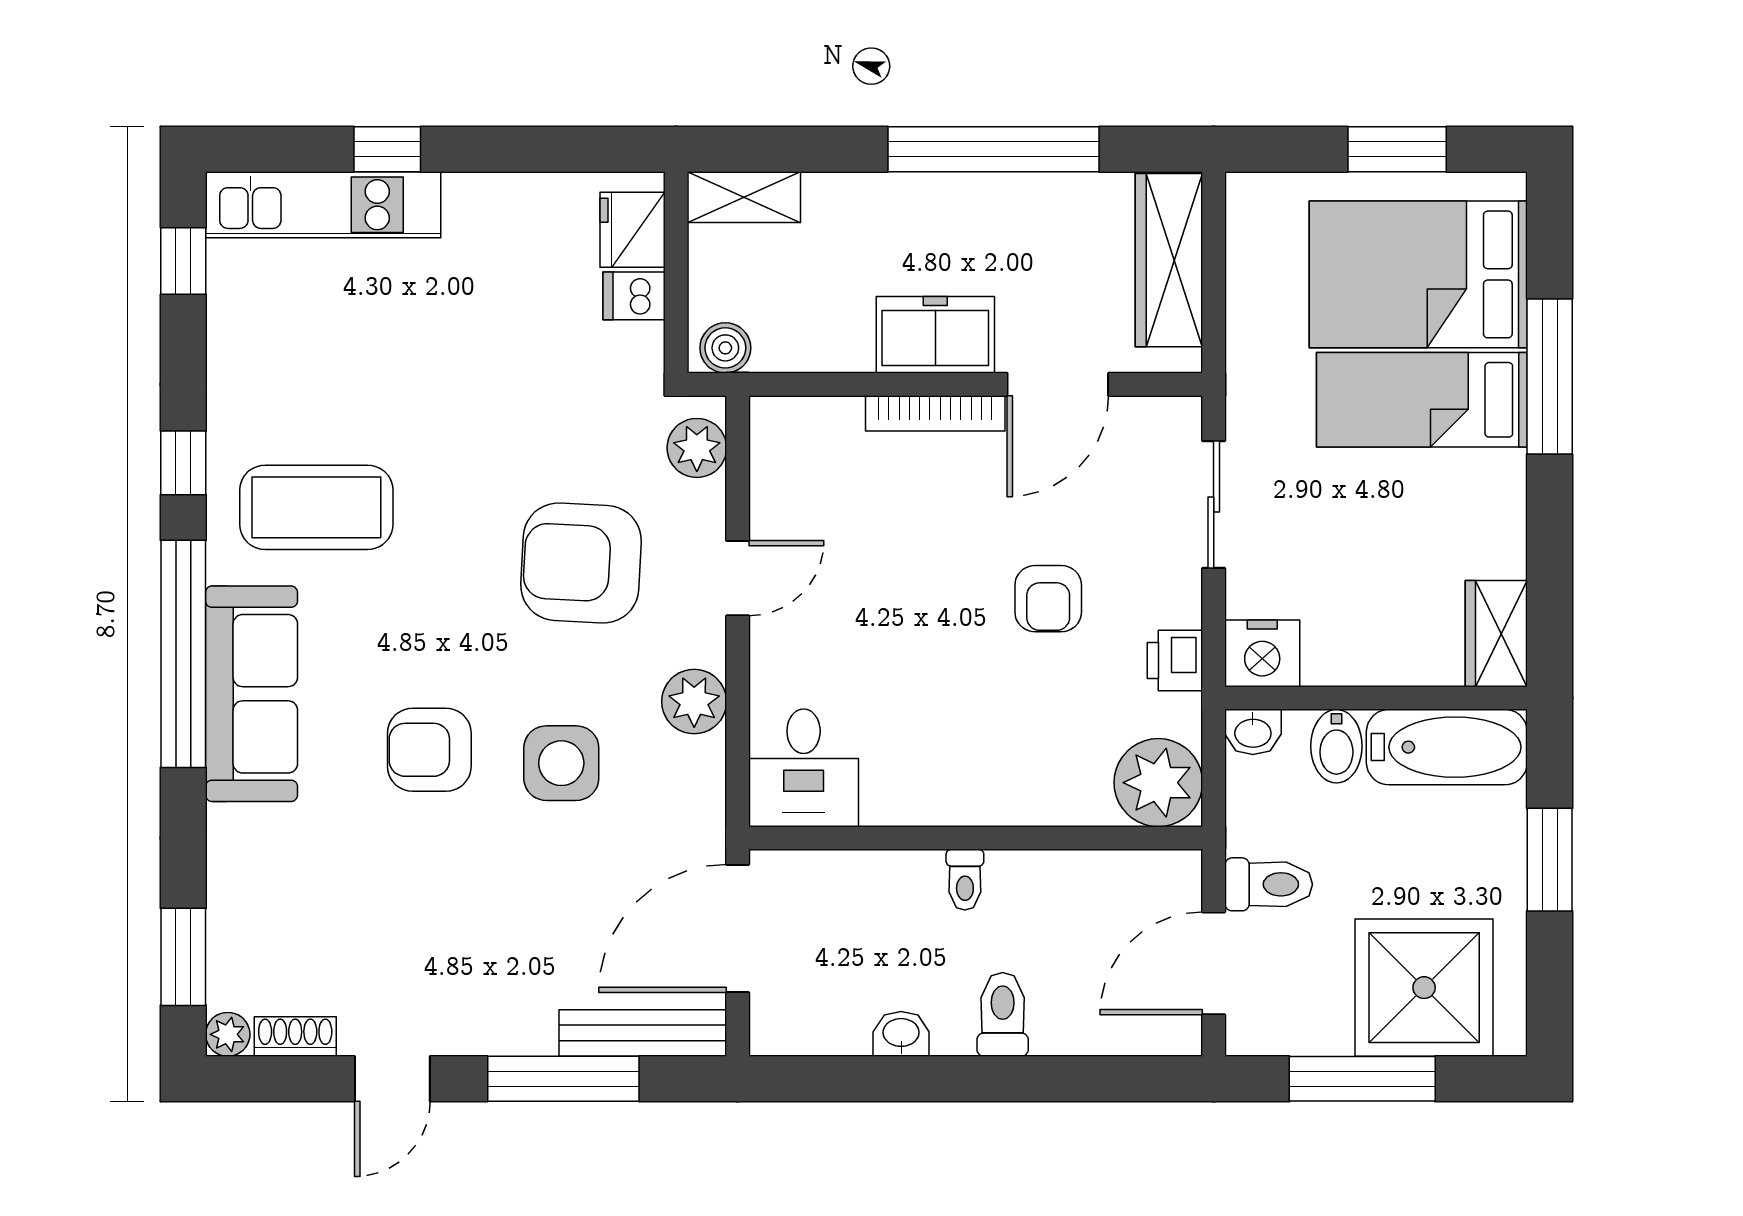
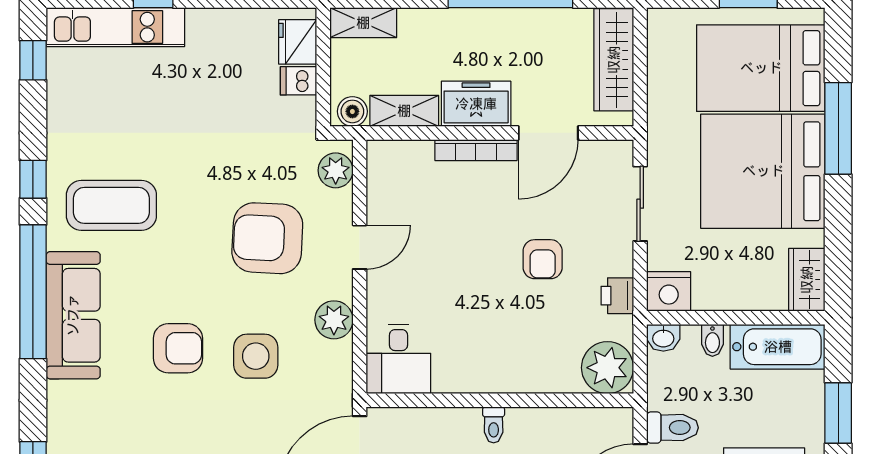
shelving: (813, 347) -> (404, 111), added
bed: (1422, 400) -> (763, 171), width x2.04
bidet: (1336, 746) -> (712, 340), width x0.72, depth x0.74
armchair: (429, 750) -> (178, 348), turned 180

